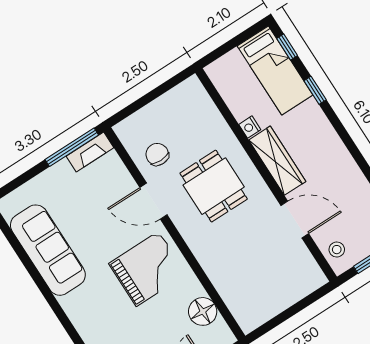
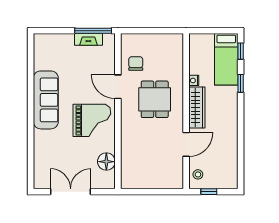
fireplace: (90, 152) -> (88, 39), moved
door: (295, 219) -> (186, 144), hinge flipped
sofa: (48, 250) -> (46, 100), moved

